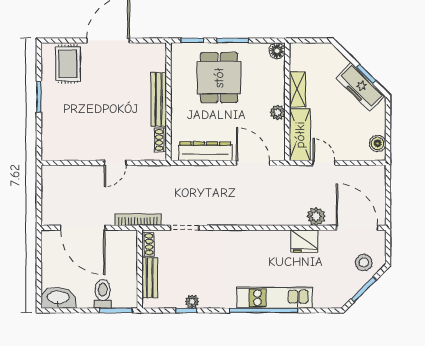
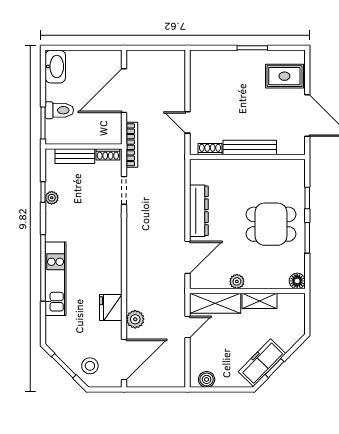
bench: (159, 99) -> (250, 147), moved
wall: (168, 102) -> (247, 157), moved
shoe rack: (160, 140) -> (210, 149), moved

